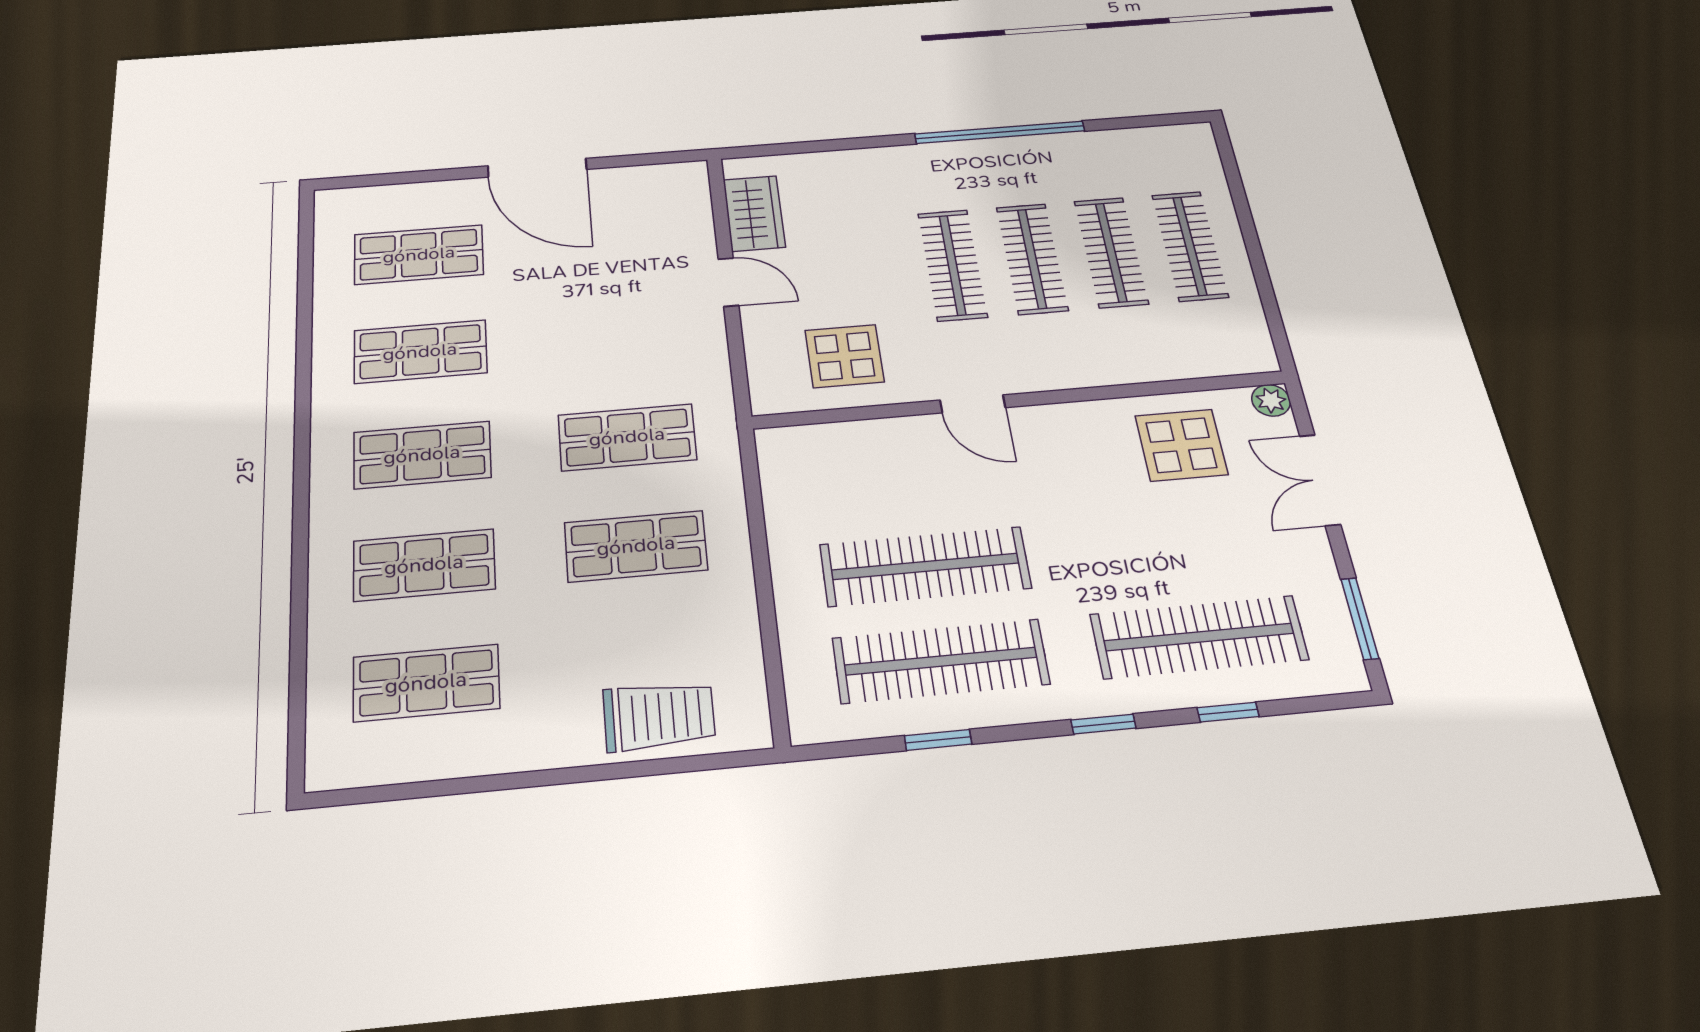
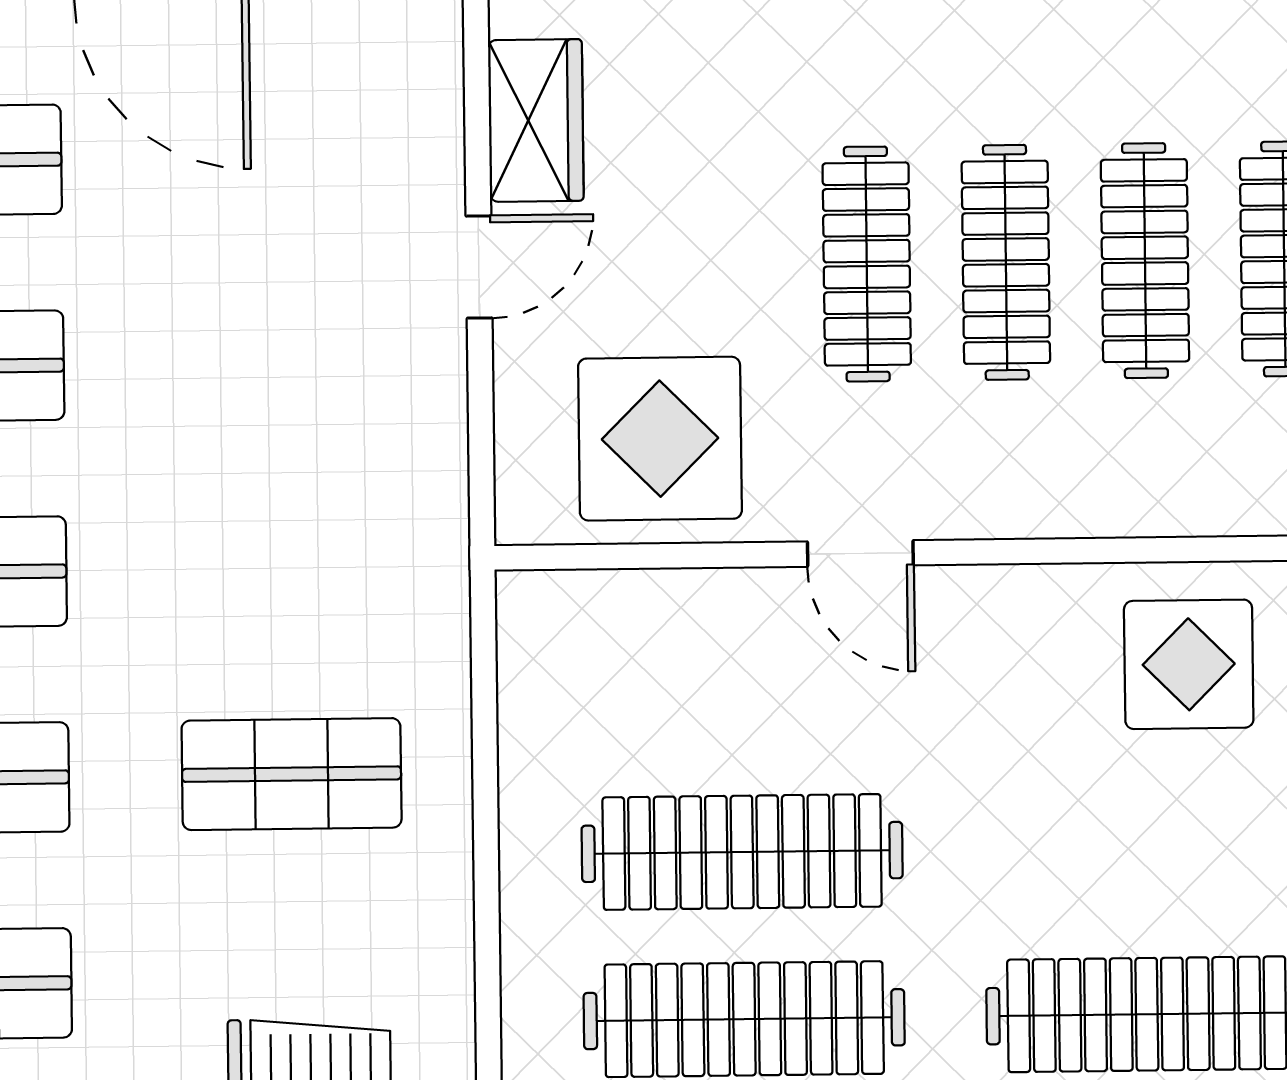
door: (728, 282) -> (479, 267), hinge flipped
display table: (844, 356) -> (660, 439), width x1.36, depth x1.36
shop shelf: (627, 437) -> (289, 568), removed

